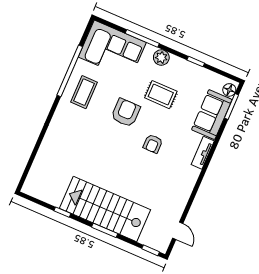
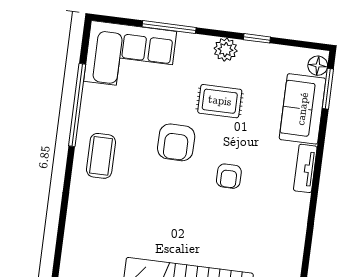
plant: (161, 57) -> (226, 50), moved
coffee table: (84, 92) -> (101, 156), moved
armchair: (126, 113) -> (176, 142), turned 180

